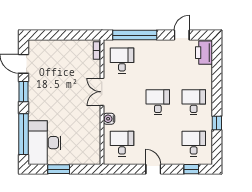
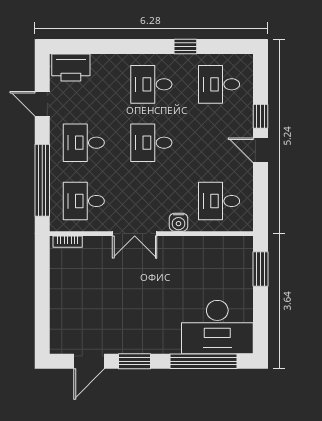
desk: (158, 61) -> (84, 143), added
window: (59, 169) -> (260, 269), moved
door: (153, 169) -> (260, 150), hinge flipped
window: (191, 169) -> (260, 116), moved

